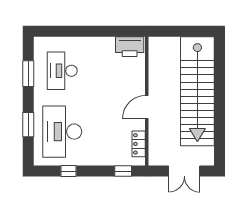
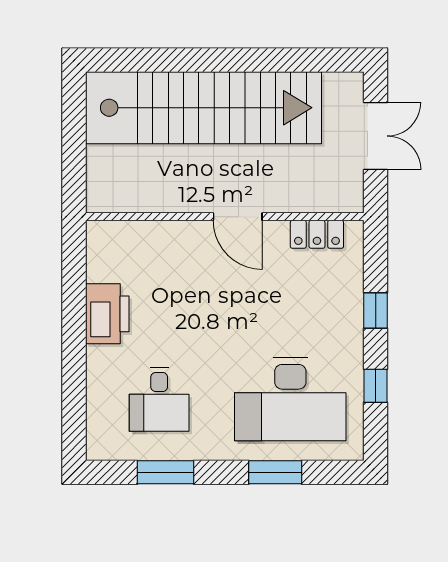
printer: (130, 47) -> (107, 314), moved
desk: (62, 71) -> (159, 399), width x0.73
window: (123, 171) -> (376, 311), moved

